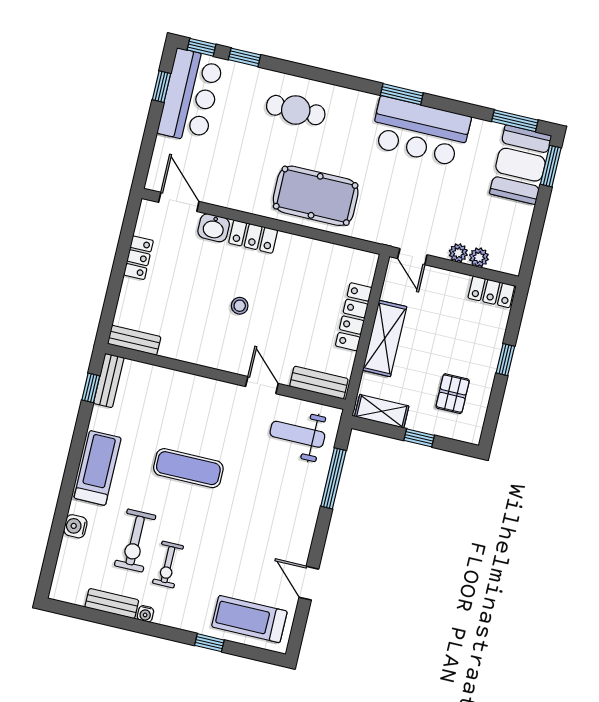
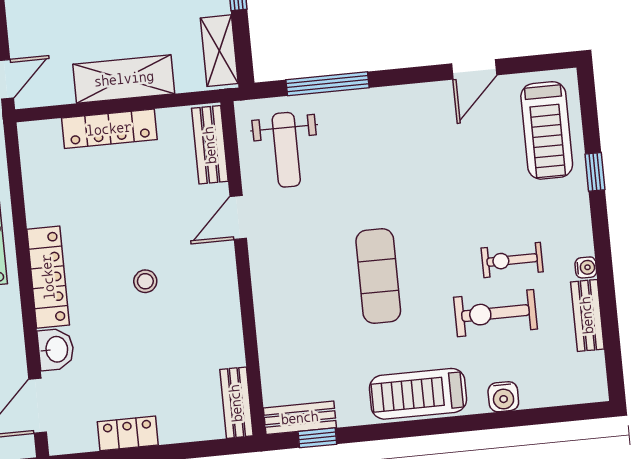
locker: (253, 237) -> (48, 277), width x1.53
exercise bike: (135, 541) -> (495, 313), turned 180
exercise bike: (168, 565) -> (512, 260), turned 180

